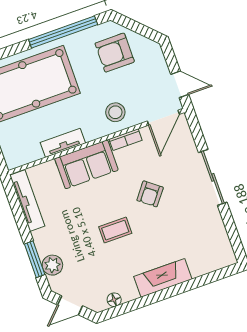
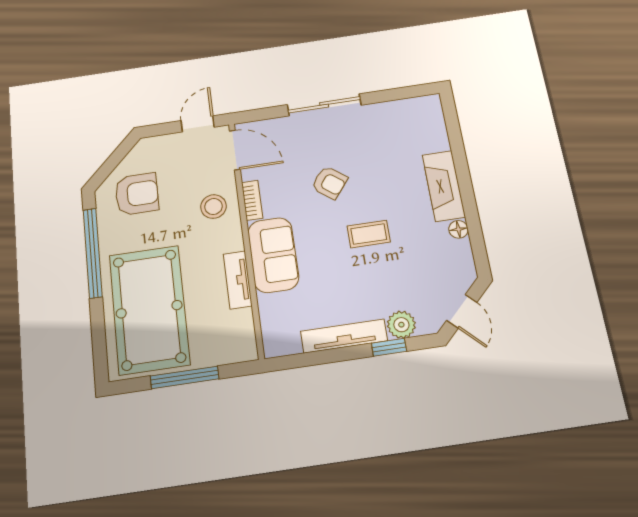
armchair: (115, 53) -> (137, 194), turned -90
tv unit: (27, 201) -> (344, 336), moved
coffee table: (115, 230) -> (369, 234), turned 90
window: (35, 259) -> (389, 347), width x0.67
floor lamp: (114, 300) -> (458, 229), moved

